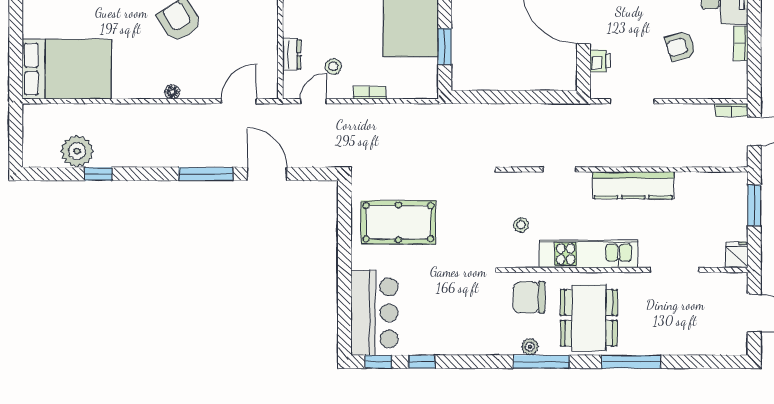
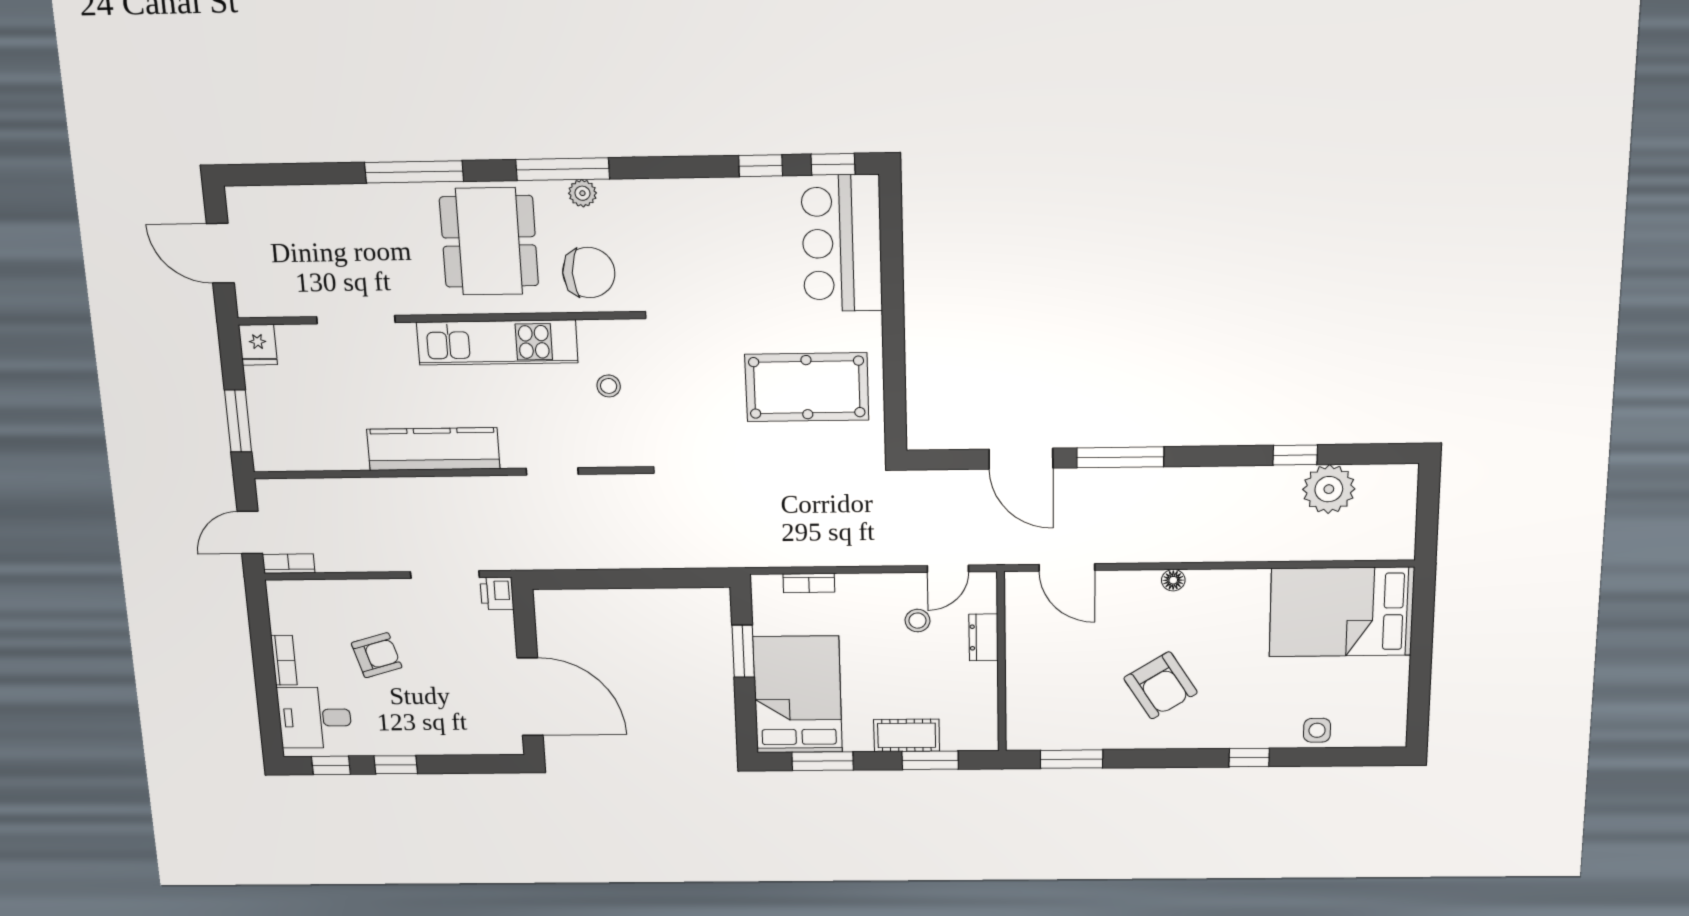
printer: (600, 61) -> (497, 593), moved
bookcase: (370, 93) -> (809, 583), moved
door: (239, 101) -> (1067, 567), hinge flipped

